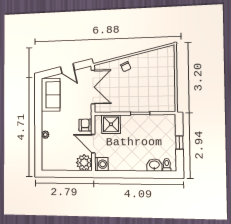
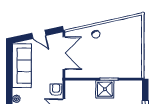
sofa: (51, 95) -> (22, 66), width x1.36
shower: (111, 124) -> (105, 89), moved

